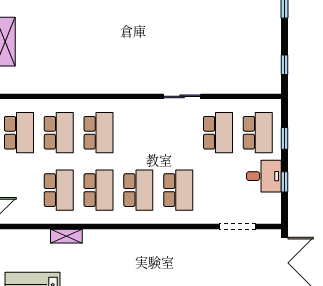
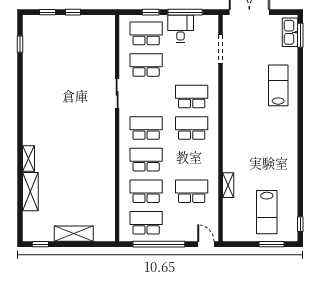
window: (285, 65) -> (73, 12), moved
window: (285, 182) -> (185, 12), width x2.17
school desk: (99, 190) -> (146, 128), moved

